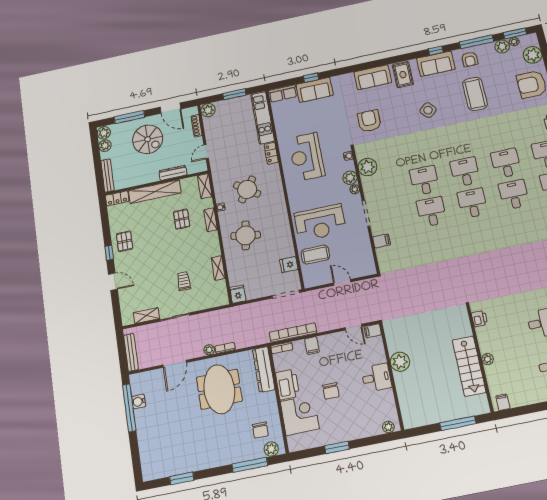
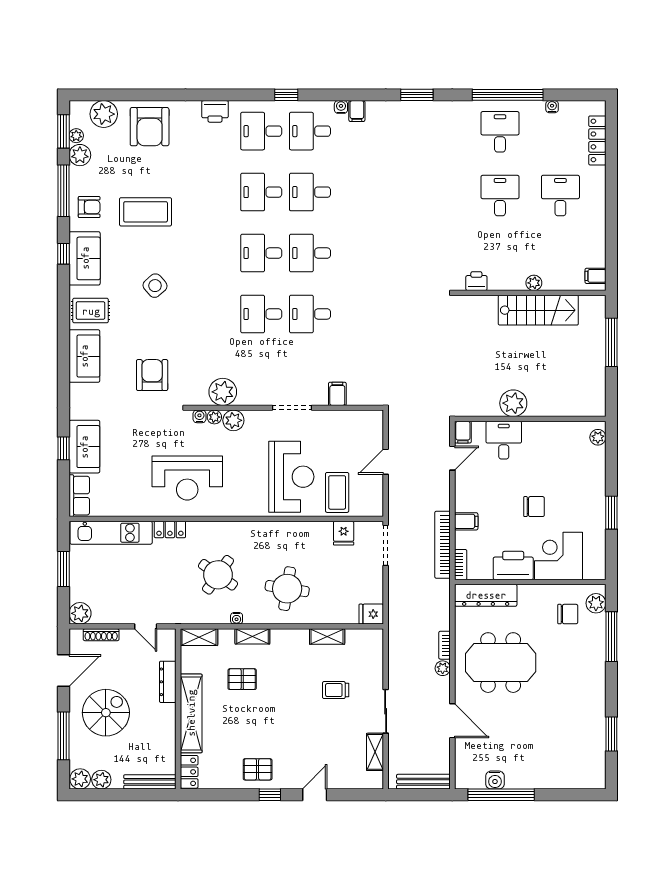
armchair: (369, 121) -> (152, 375), turned 90
plant: (355, 189) -> (214, 417), moved
desk: (376, 378) -> (504, 440), moved

